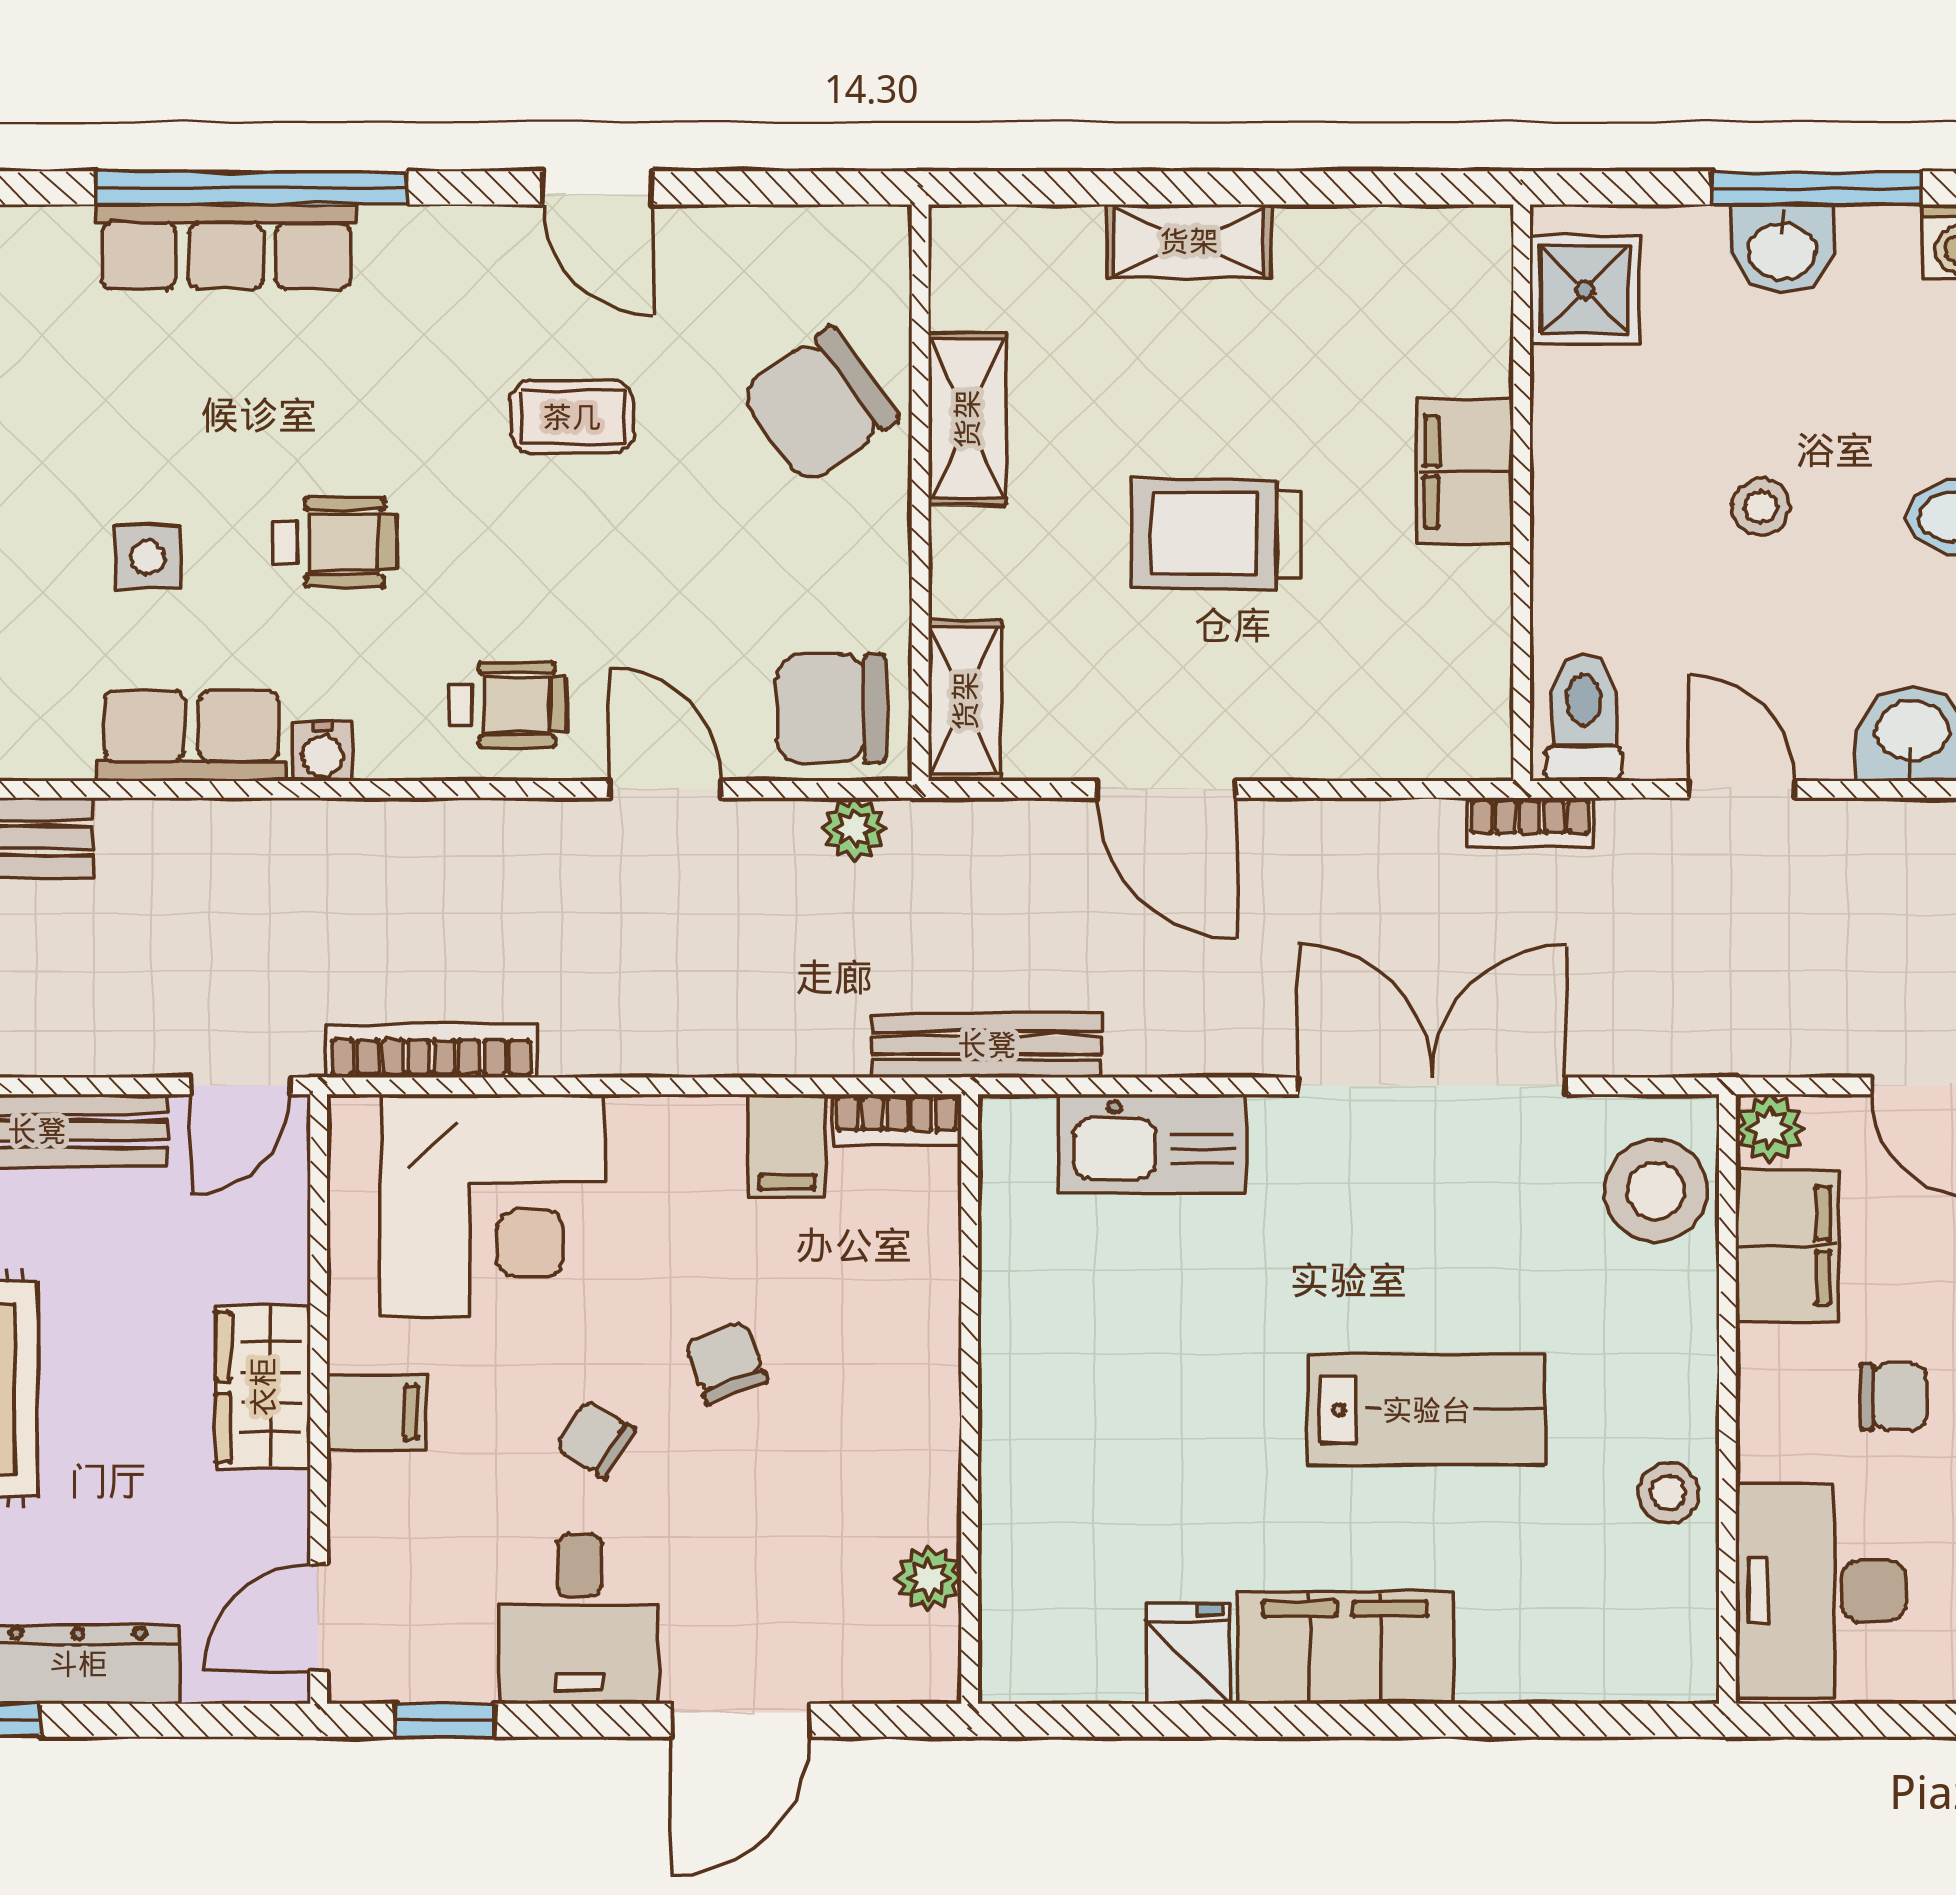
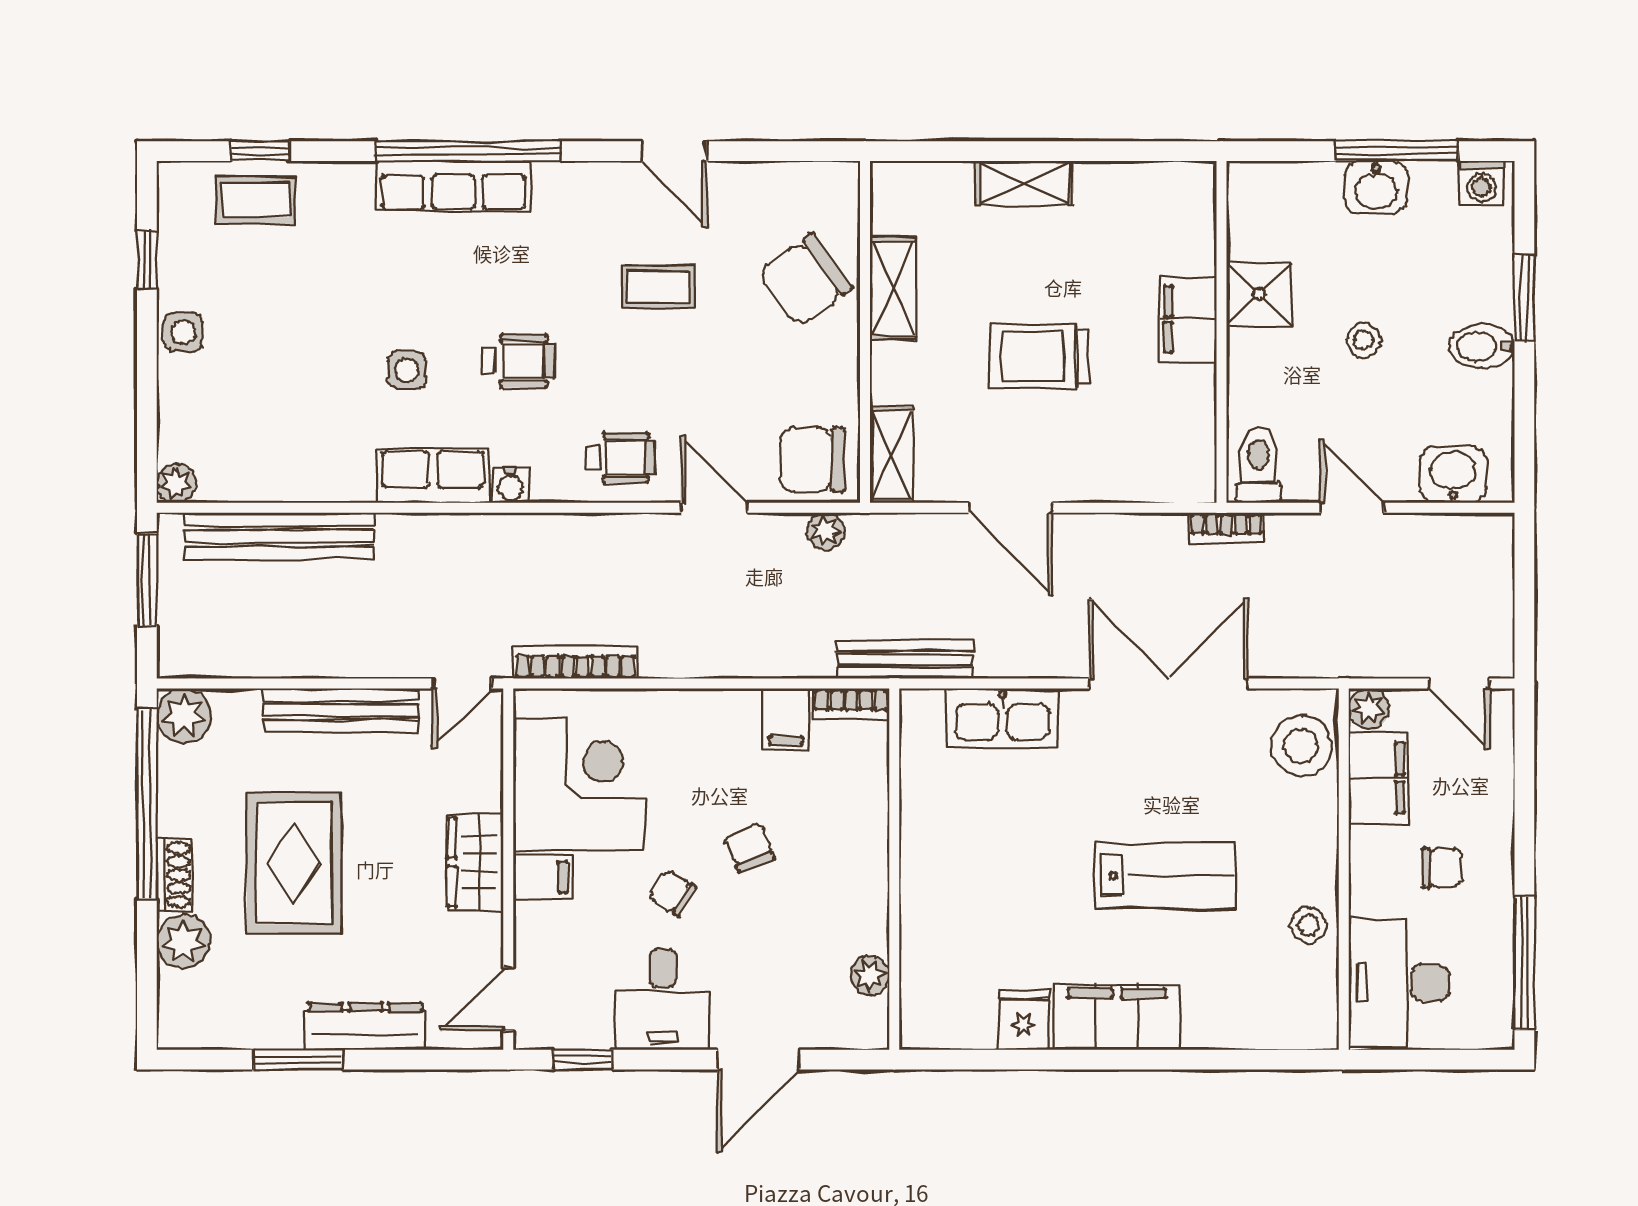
shower: (1584, 290) -> (1259, 294), moved
corner desk: (492, 1205) -> (579, 785), moved, turned -90

